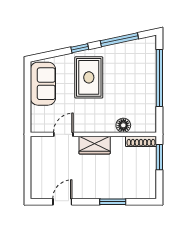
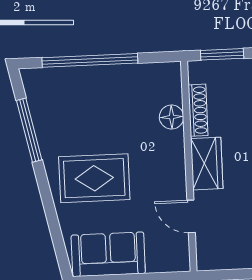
window: (80, 48) -> (46, 196), removed
shoe rack: (141, 141) -> (198, 110), moved

